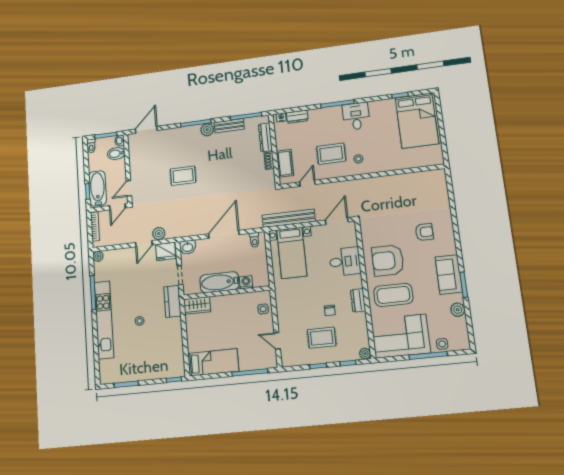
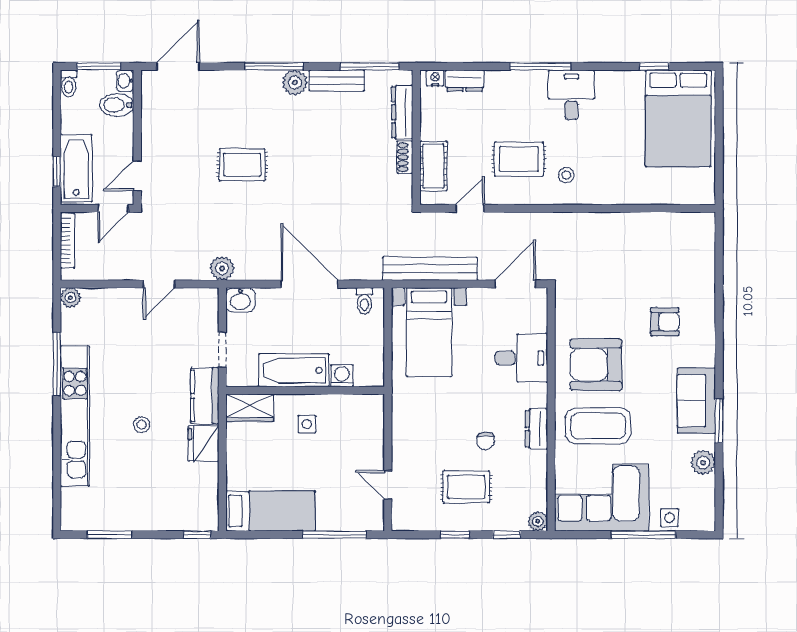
plant: (159, 234) -> (222, 268), moved
door: (224, 234) -> (309, 284), hinge flipped
fridge: (166, 251) -> (203, 443), moved, turned 90
side table: (263, 309) -> (307, 424), moved

